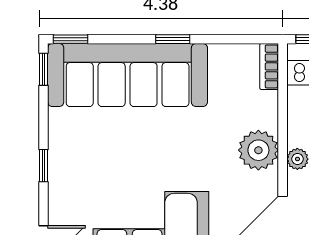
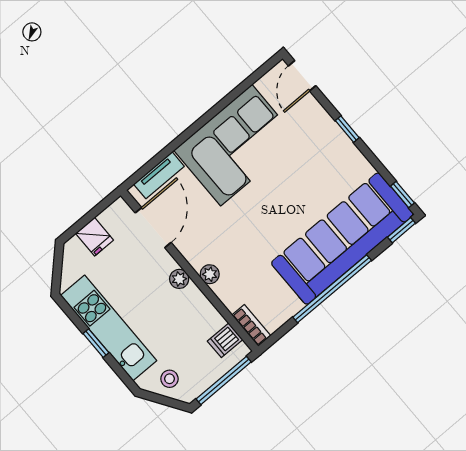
window: (173, 39) -> (332, 289), width x3.17
plant: (258, 150) -> (210, 274), width x0.53, depth x0.53

